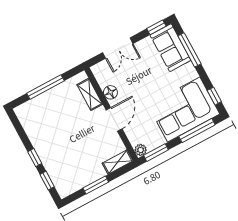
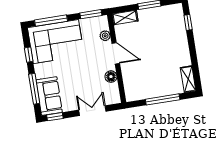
shelving: (90, 94) -> (188, 79), moved
window: (214, 96) -> (29, 55), moved
door: (114, 119) -> (116, 53), swing flipped
plant: (141, 150) -> (105, 36), moved
window: (35, 158) -> (192, 45), removed

